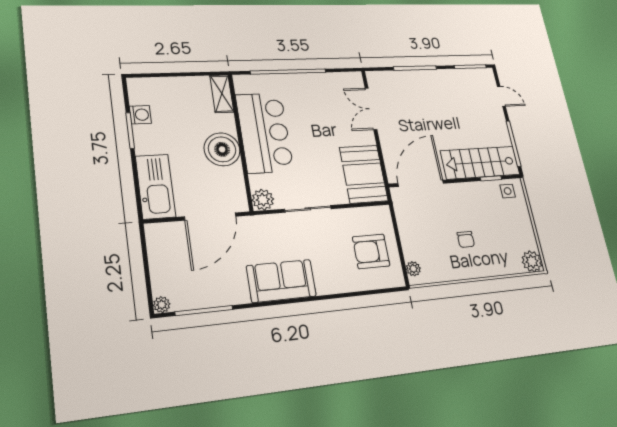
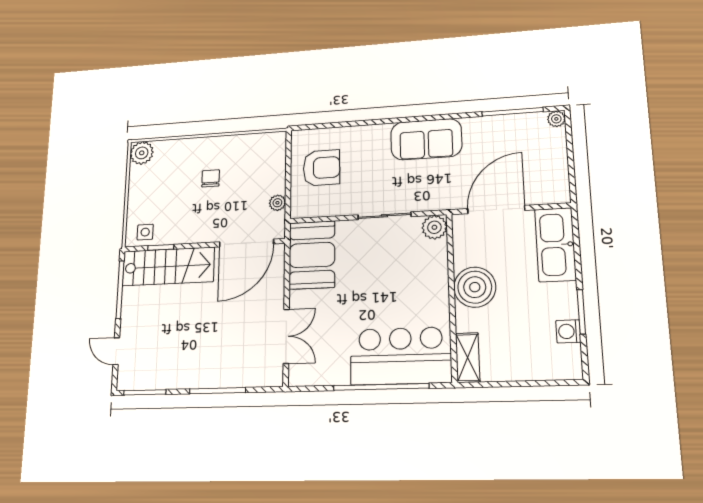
bar counter: (264, 133) -> (401, 356), moved, turned 90
plant: (413, 269) -> (277, 203), moved

